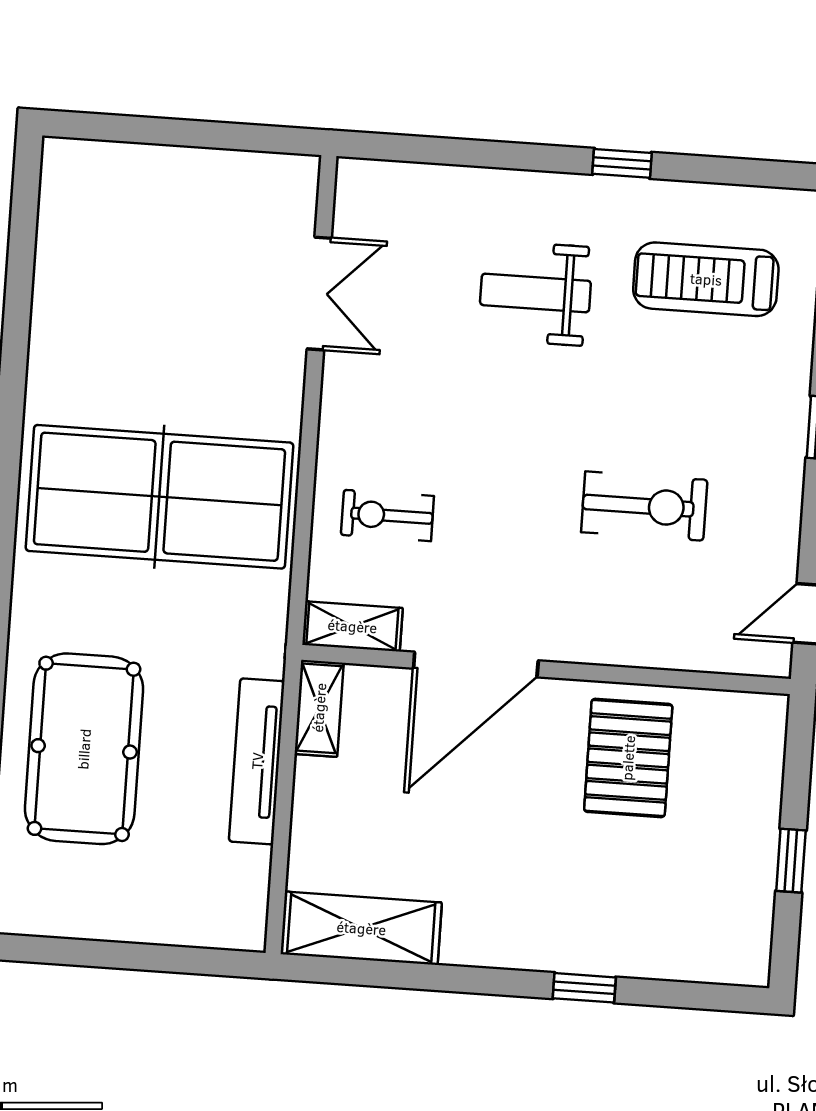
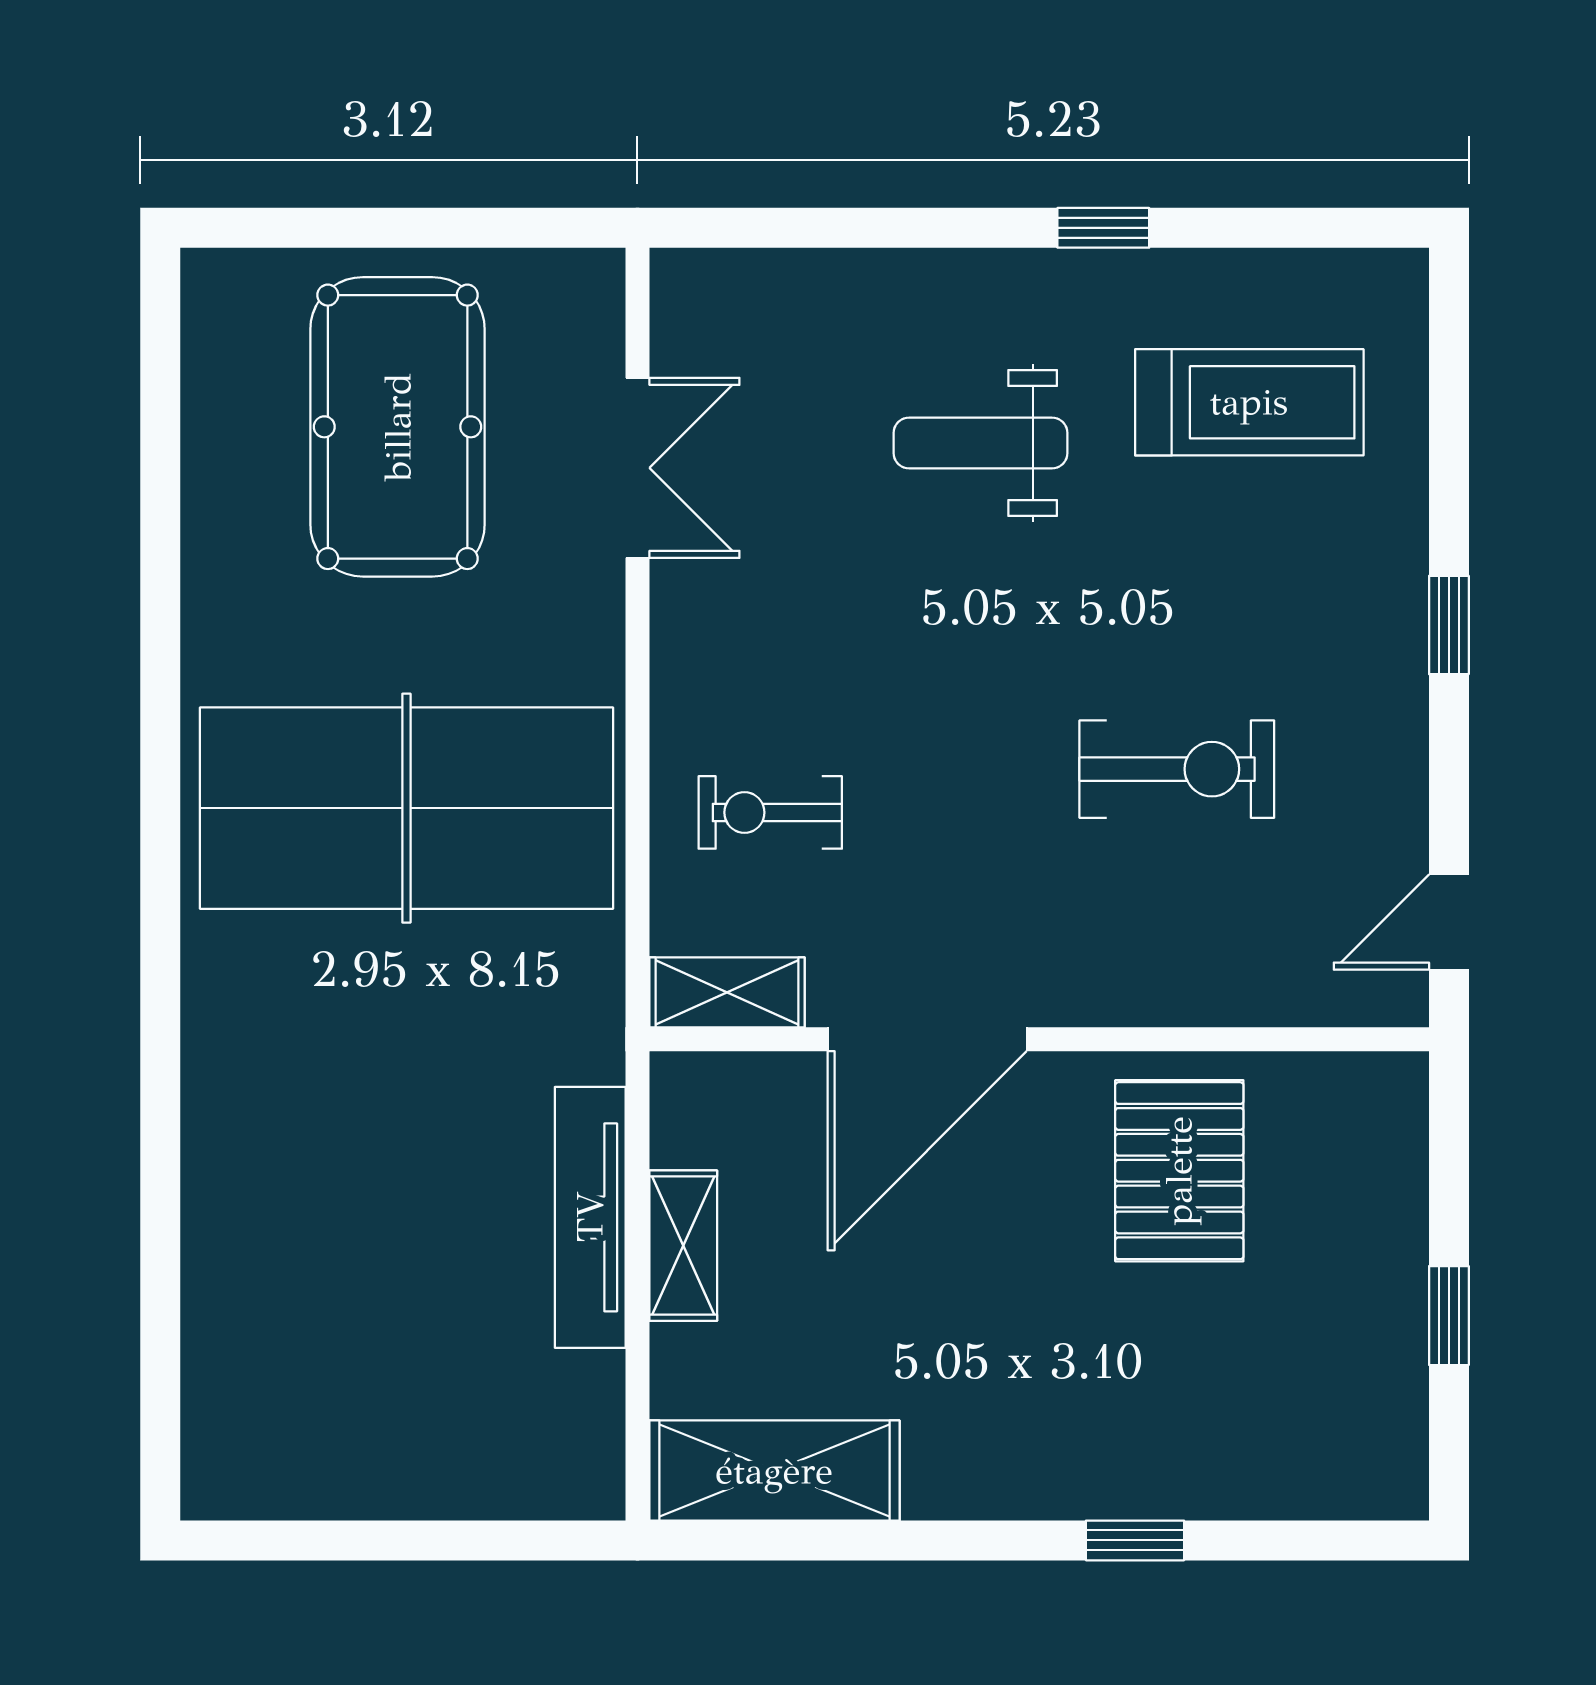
treadmill: (706, 279) -> (1249, 402), turned 180
shelving: (319, 708) -> (683, 1246), moved
pool table: (84, 749) -> (398, 427), moved

